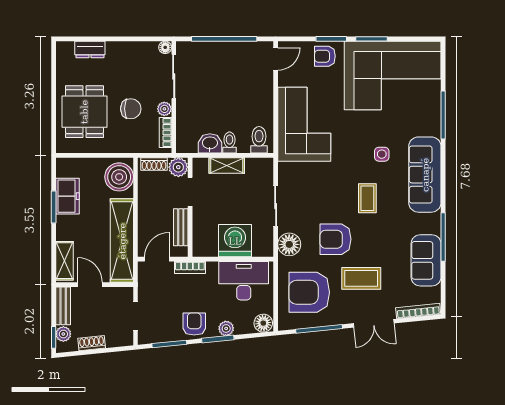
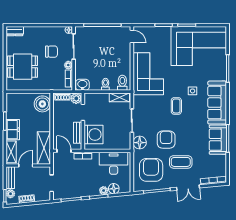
dresser: (90, 50) -> (15, 31), moved
armchair: (325, 56) -> (160, 35), removed
door: (276, 59) -> (132, 37), hinge flipped
chair: (131, 109) -> (51, 52), moved
dining table: (84, 112) -> (23, 67), turned 90
washbasin: (210, 143) -> (82, 85), moved
shelving: (227, 165) -> (119, 97), moved
freezer: (67, 196) -> (13, 130), moved
coffee table: (367, 198) -> (176, 106), moved
armchair: (335, 239) -> (166, 140), turned 90
shelving: (122, 241) -> (44, 148), width x0.68
washing machine: (235, 241) -> (94, 135), moved, turned 90
door: (157, 259) -> (64, 151), hinge flipped
sofa: (426, 260) -> (218, 140), moved
door: (90, 285) -> (26, 165), hinge flipped
armchair: (309, 292) -> (151, 170), turned 90
floor lamp: (263, 323) -> (114, 189), moved
armchair: (194, 324) -> (85, 188), removed

